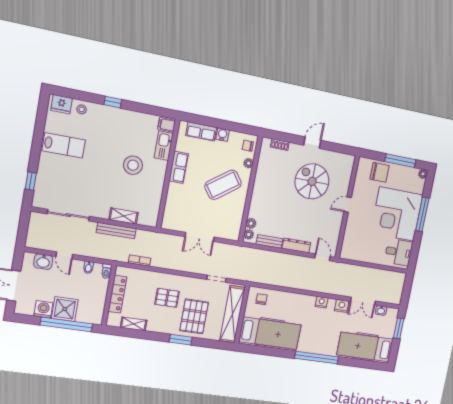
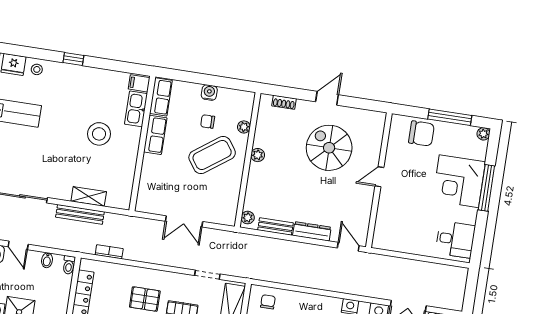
row of seats: (201, 131) -> (161, 97), moved, turned -90
chair: (248, 146) -> (208, 121), moved
corner desk: (397, 214) -> (459, 181), width x0.74, depth x0.74
plant: (251, 223) -> (258, 155), moved

